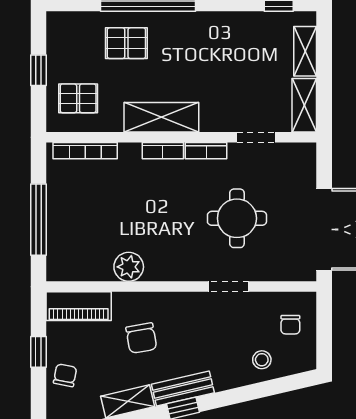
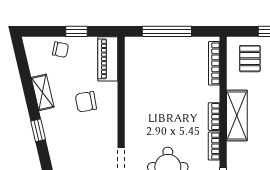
plant: (129, 267) -> (135, 93), removed
bench: (183, 389) -> (51, 130), removed

